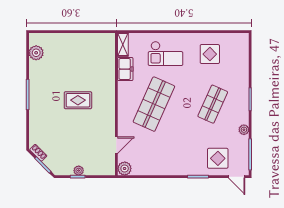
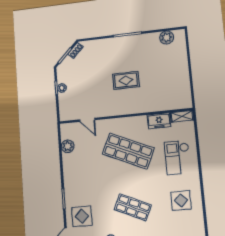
rug: (78, 100) -> (126, 80), turned 90
plant: (125, 168) -> (68, 146), moved

